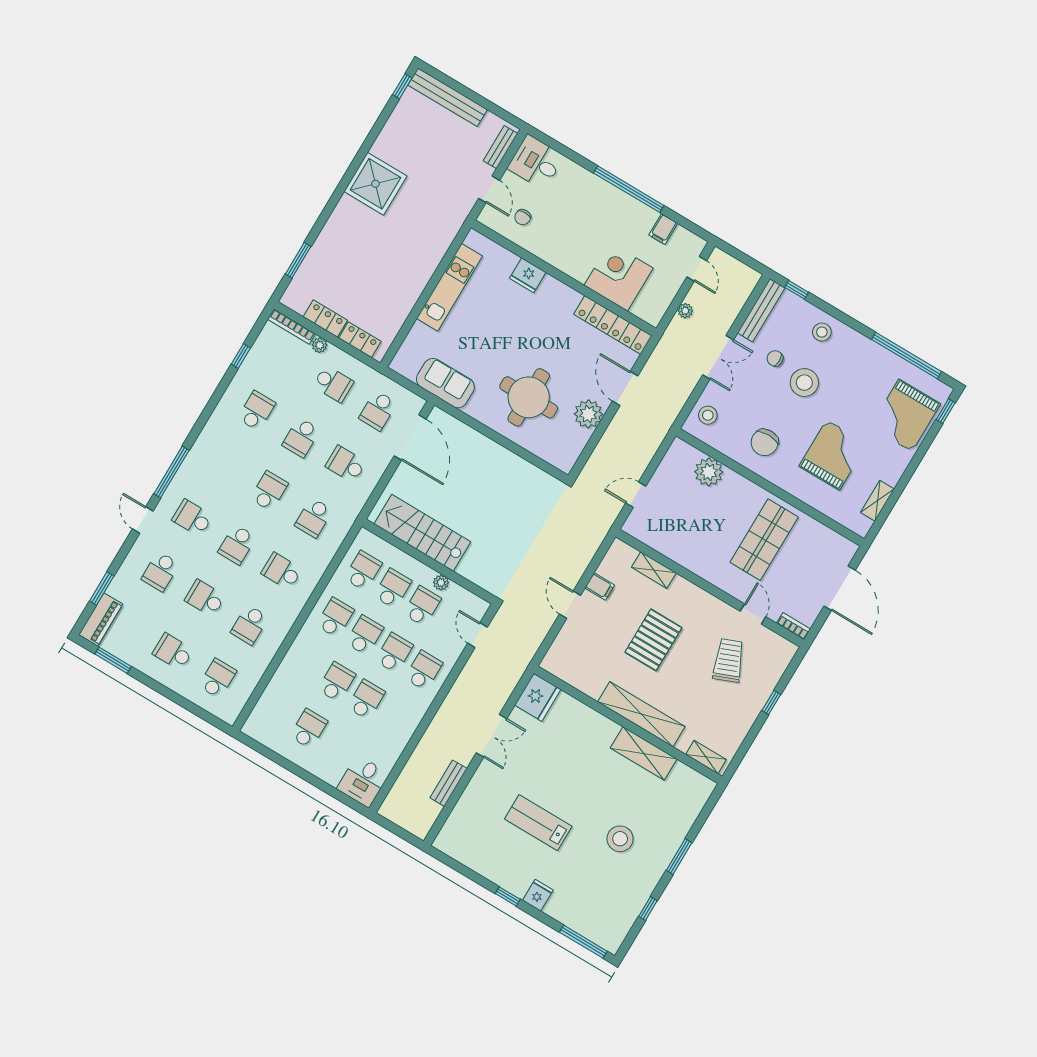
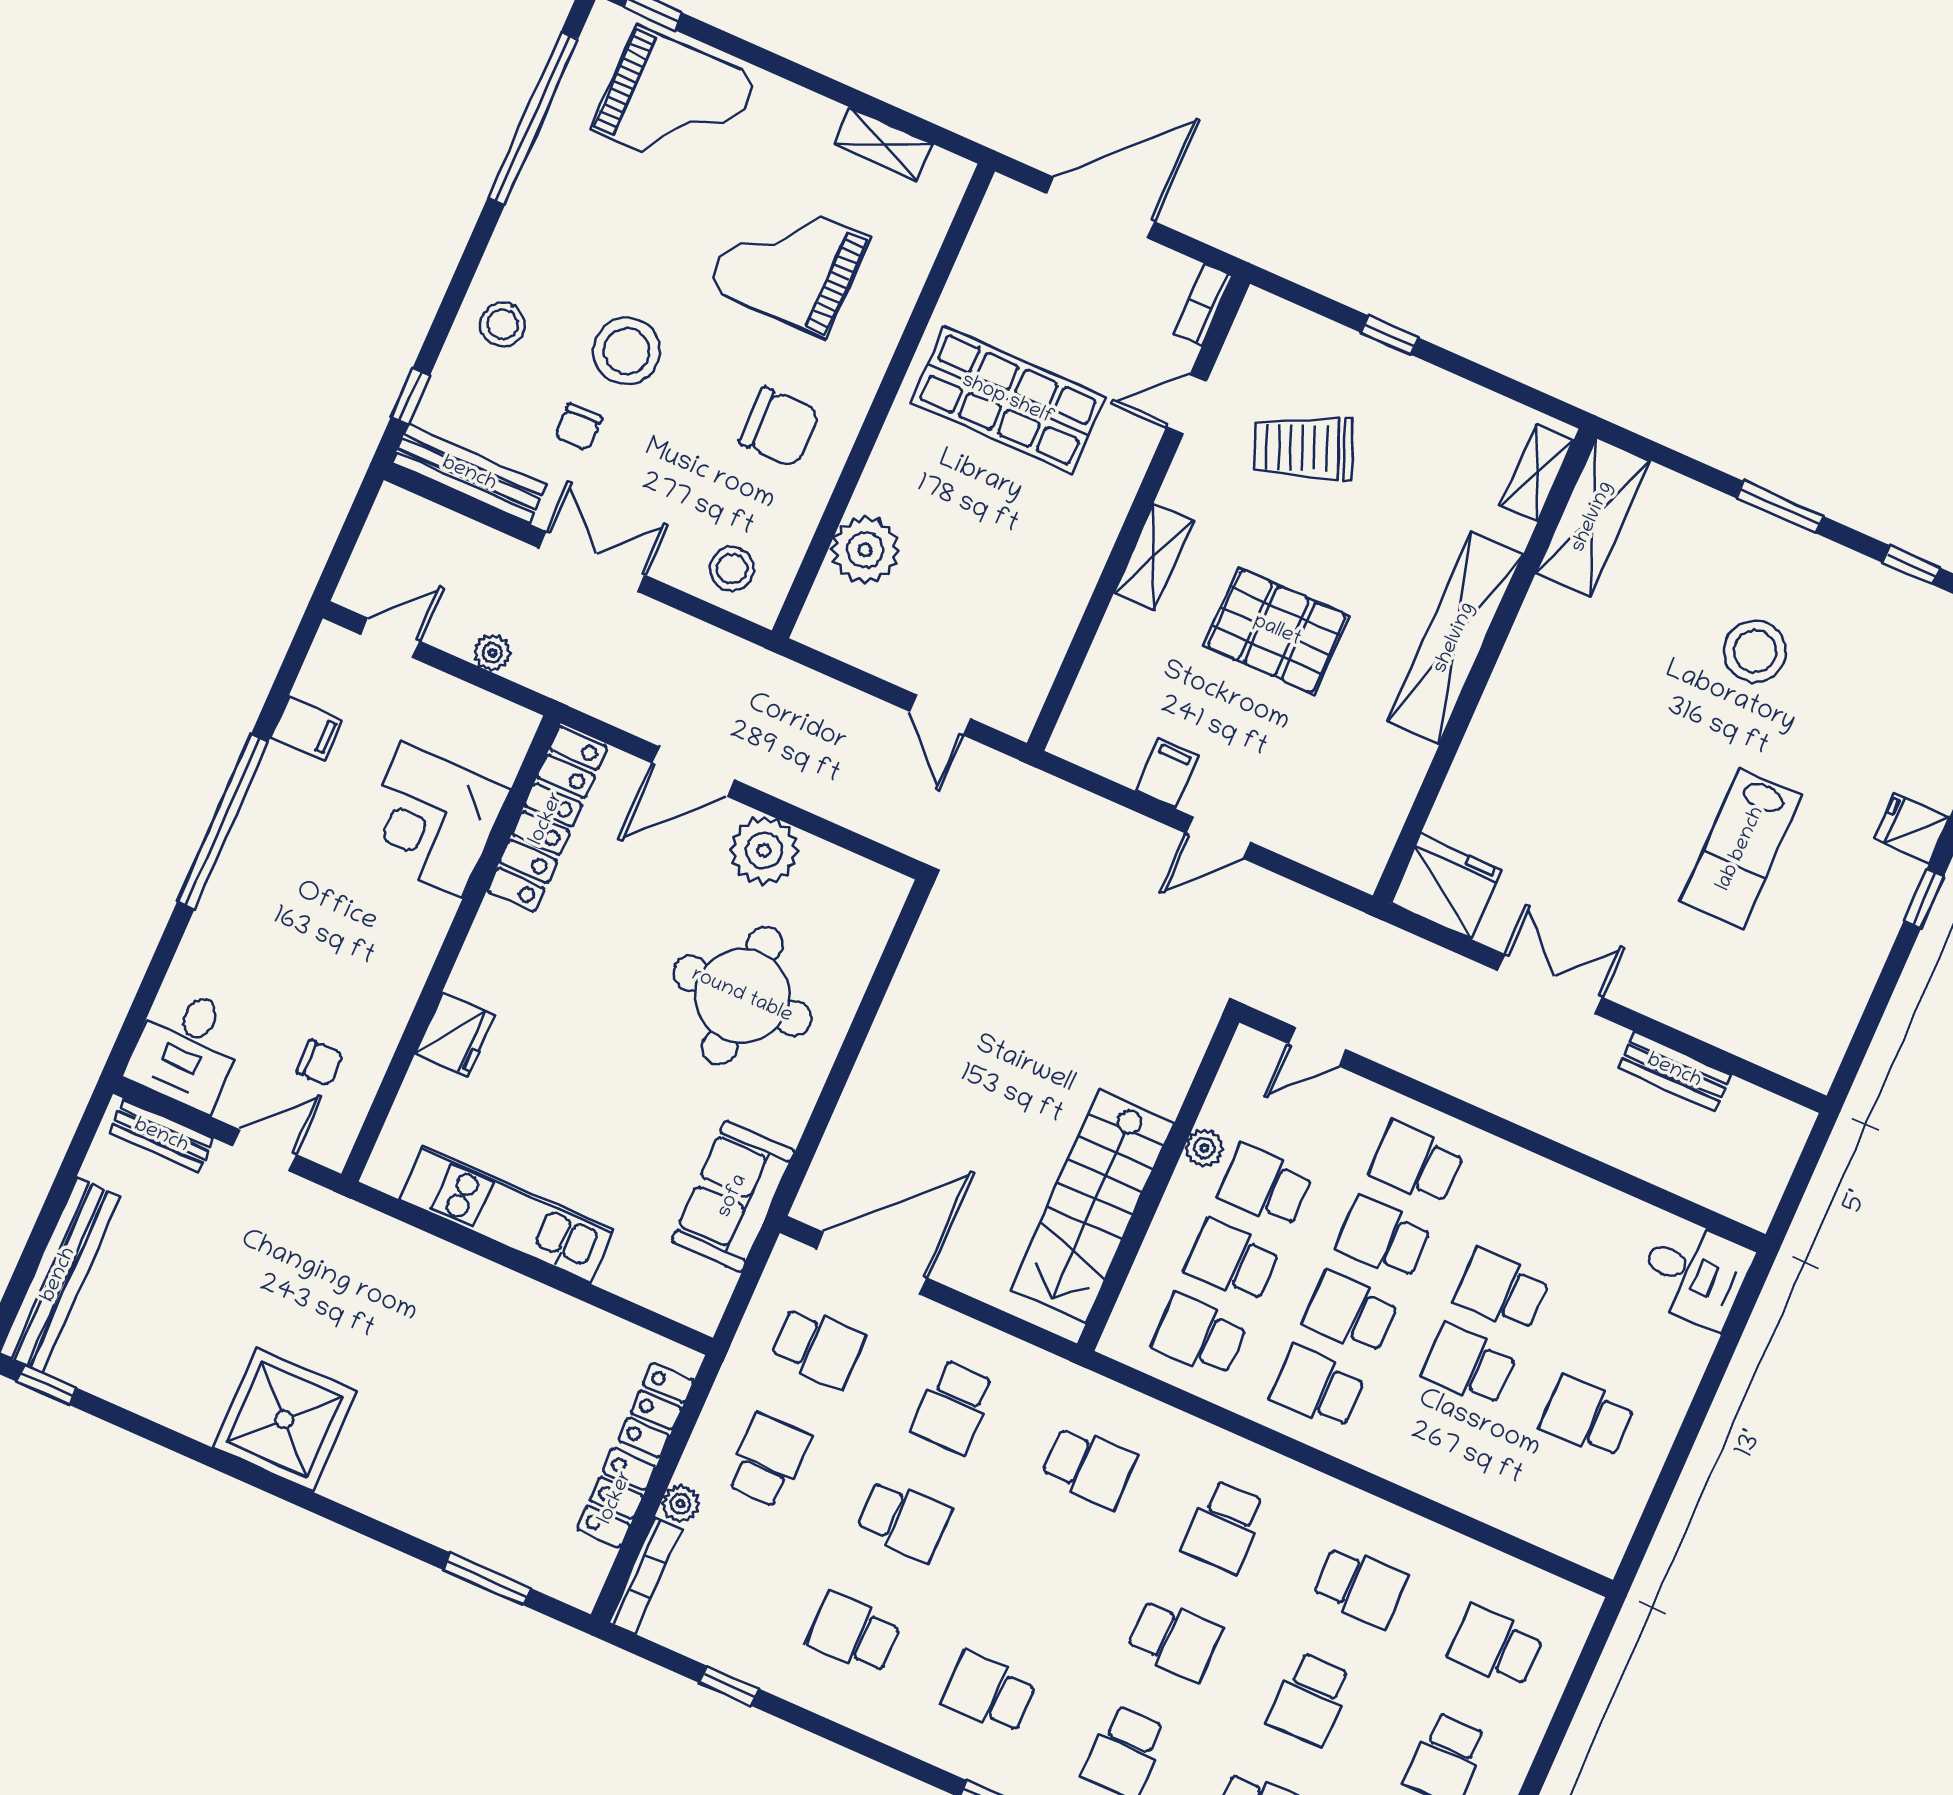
school desk: (269, 491) -> (989, 1693), moved
shelving: (654, 570) -> (1154, 557), moved
shelving: (644, 753) -> (1593, 517), moved

